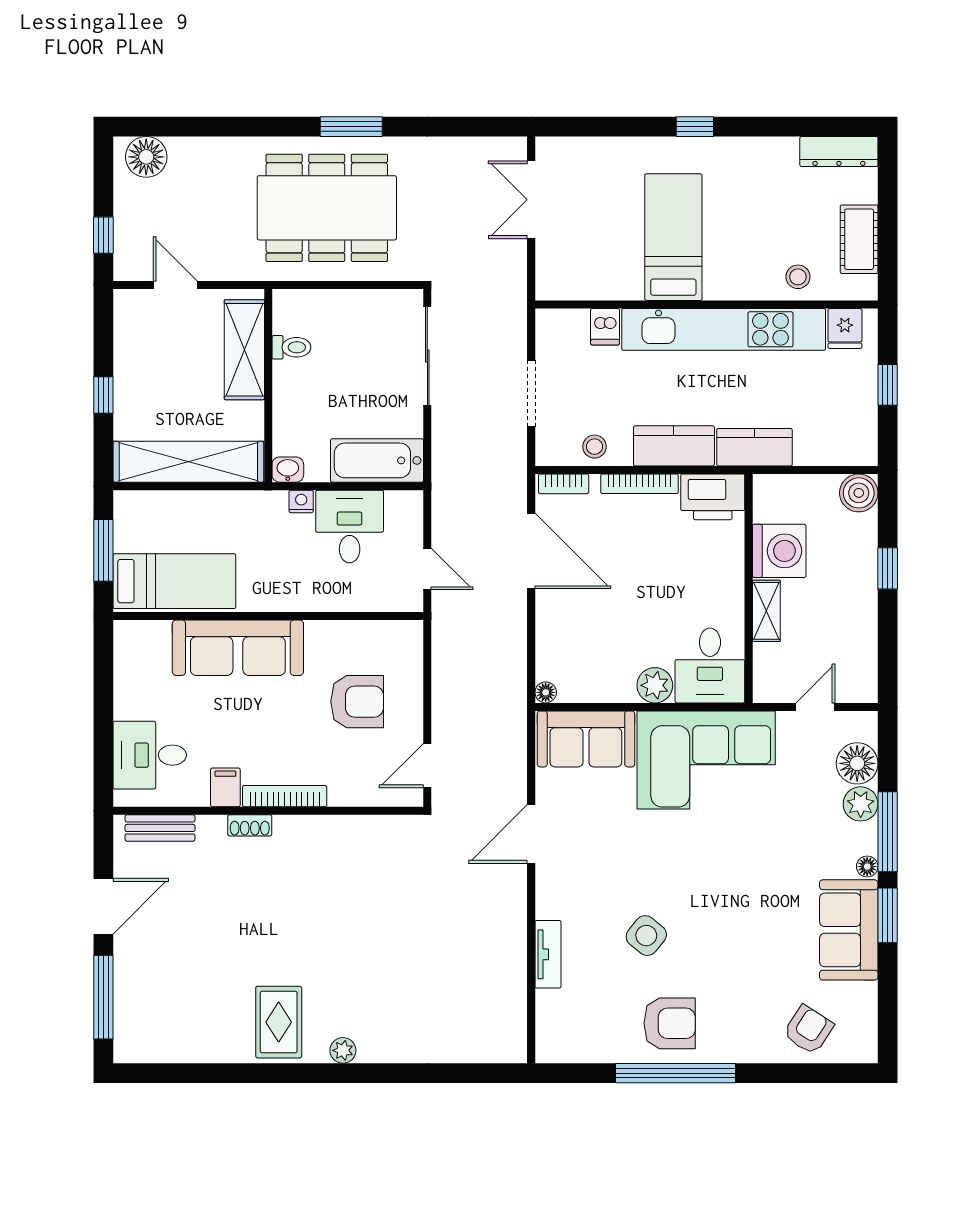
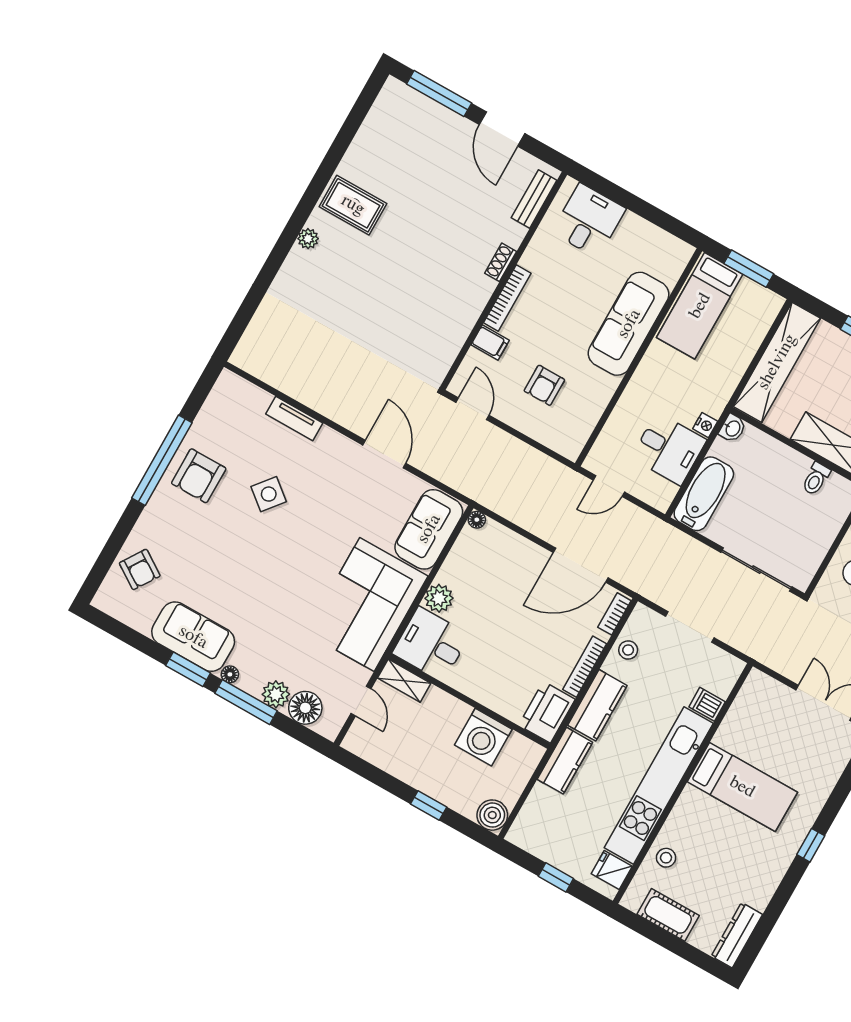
shelving: (766, 611) -> (404, 681), moved
armchair: (357, 702) -> (544, 385), width x0.72, depth x0.72
filing cabinet: (225, 787) -> (490, 343), moved

